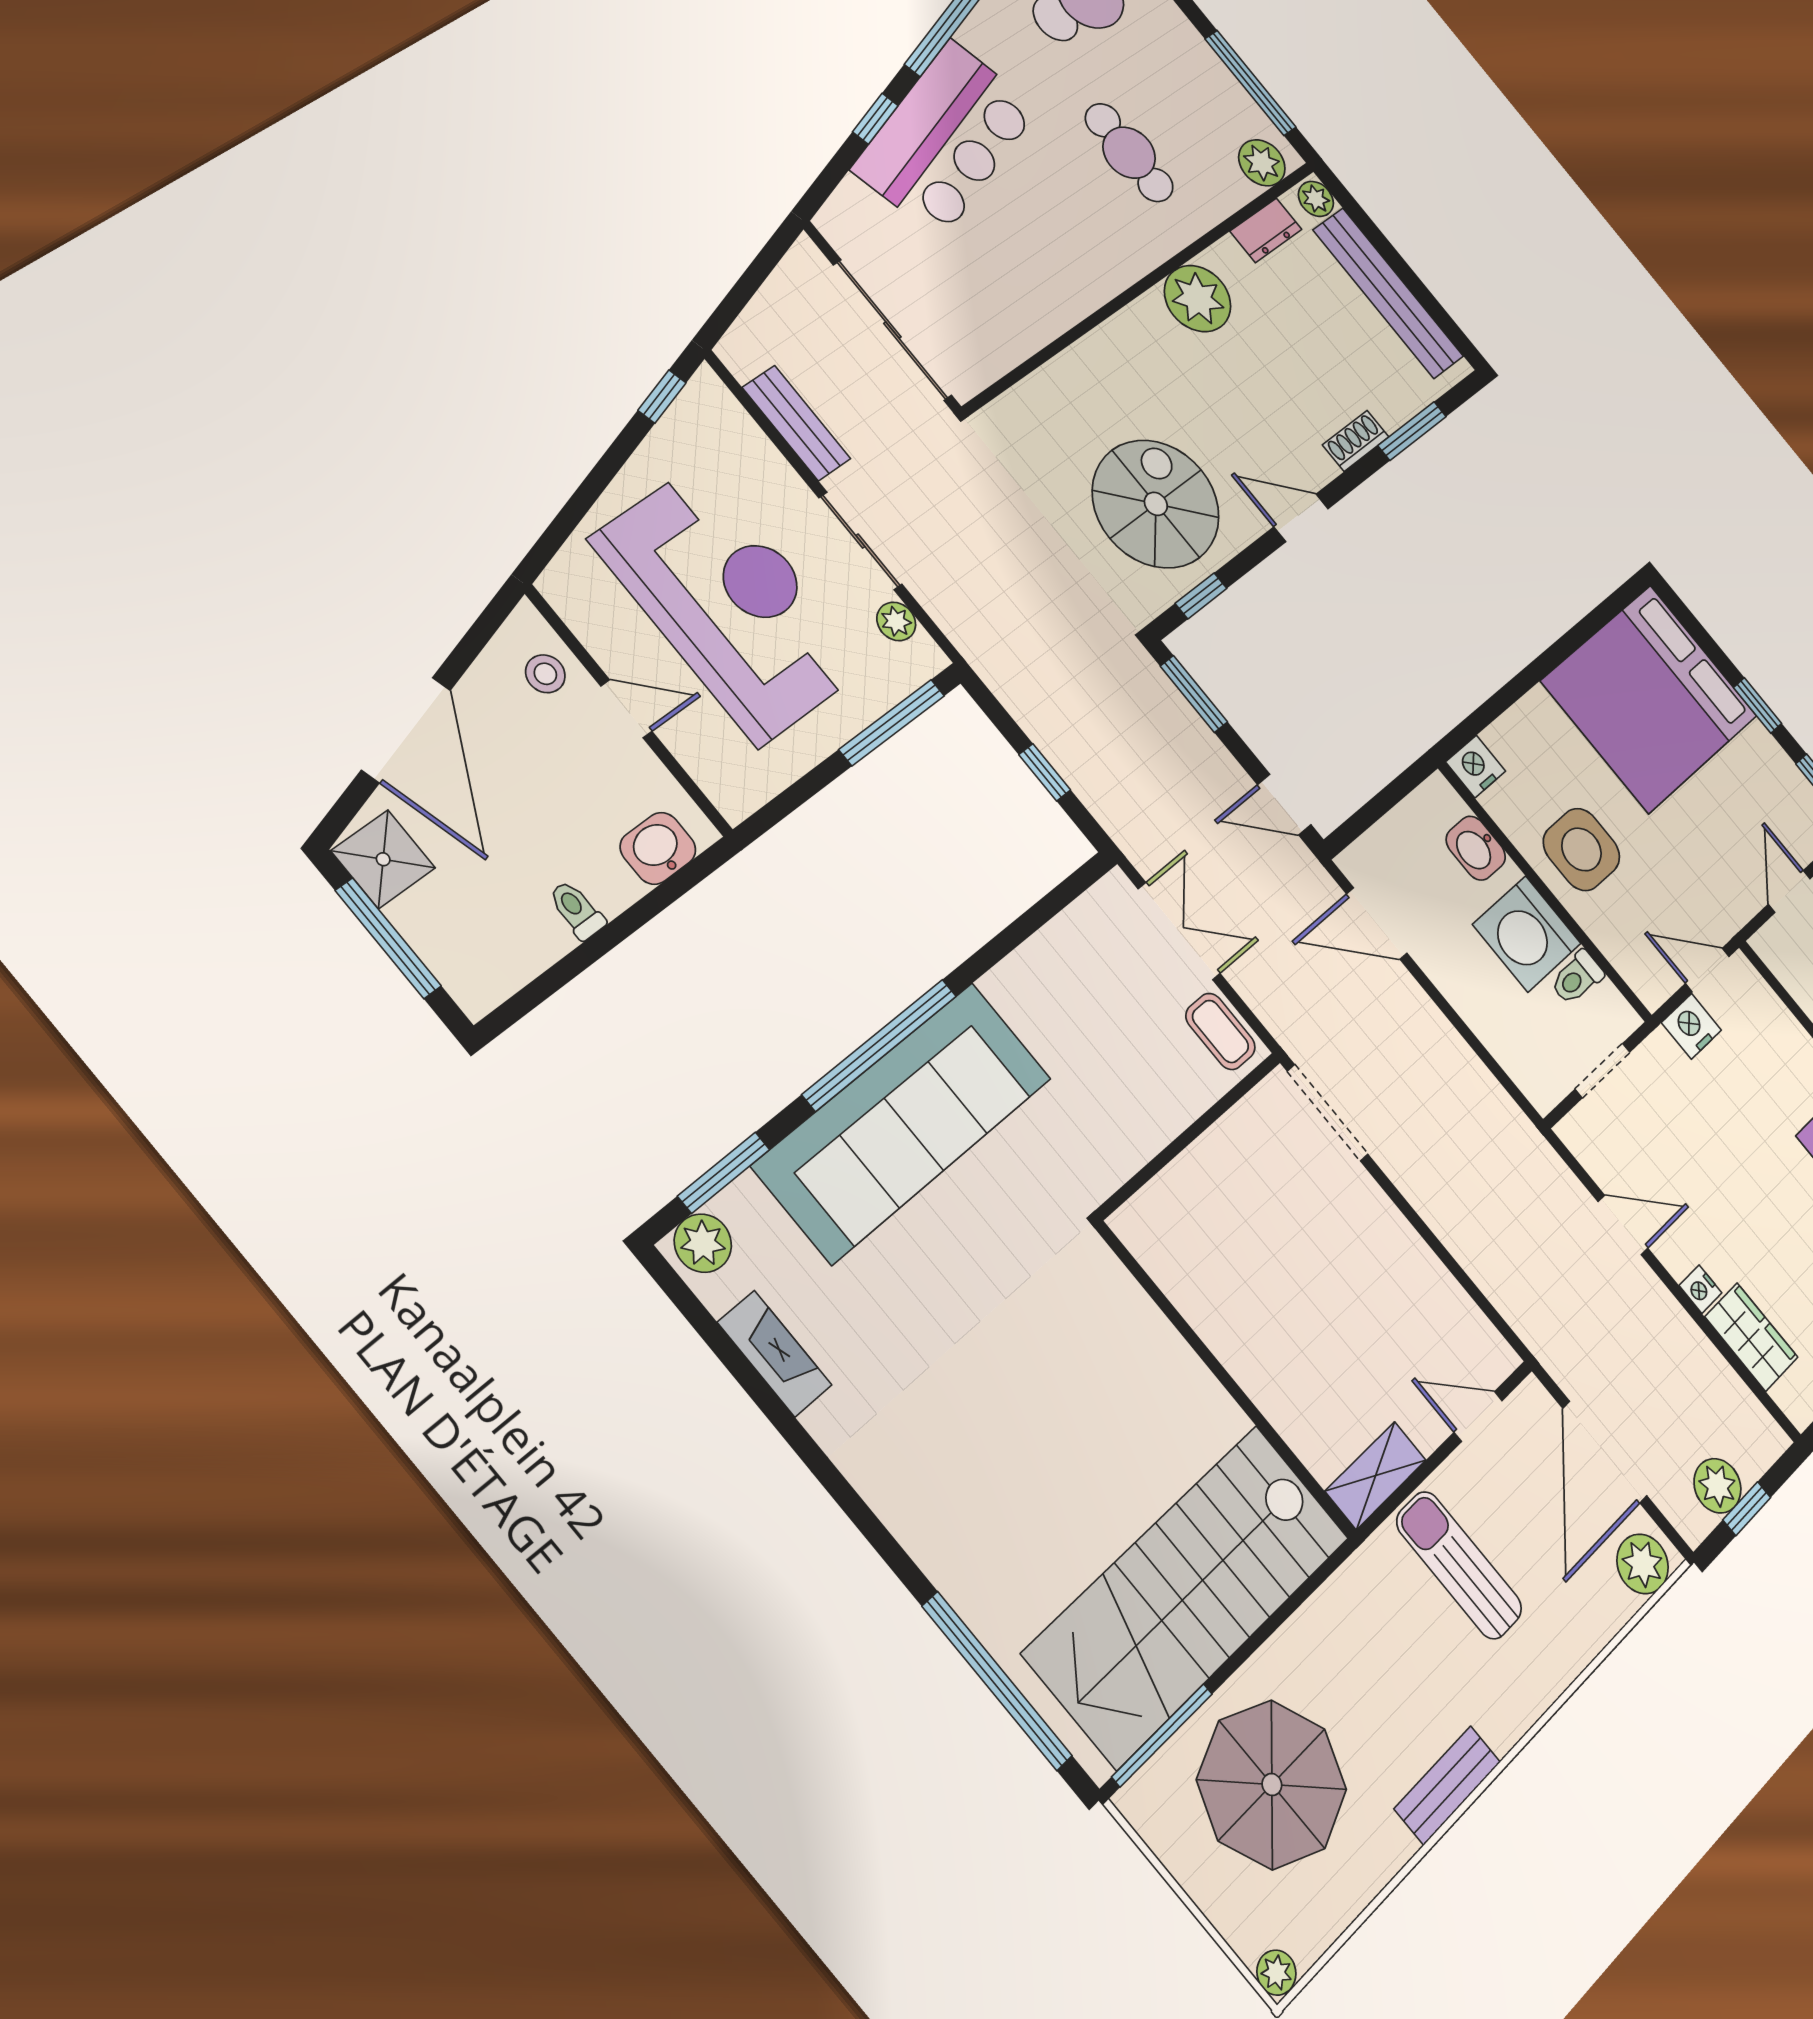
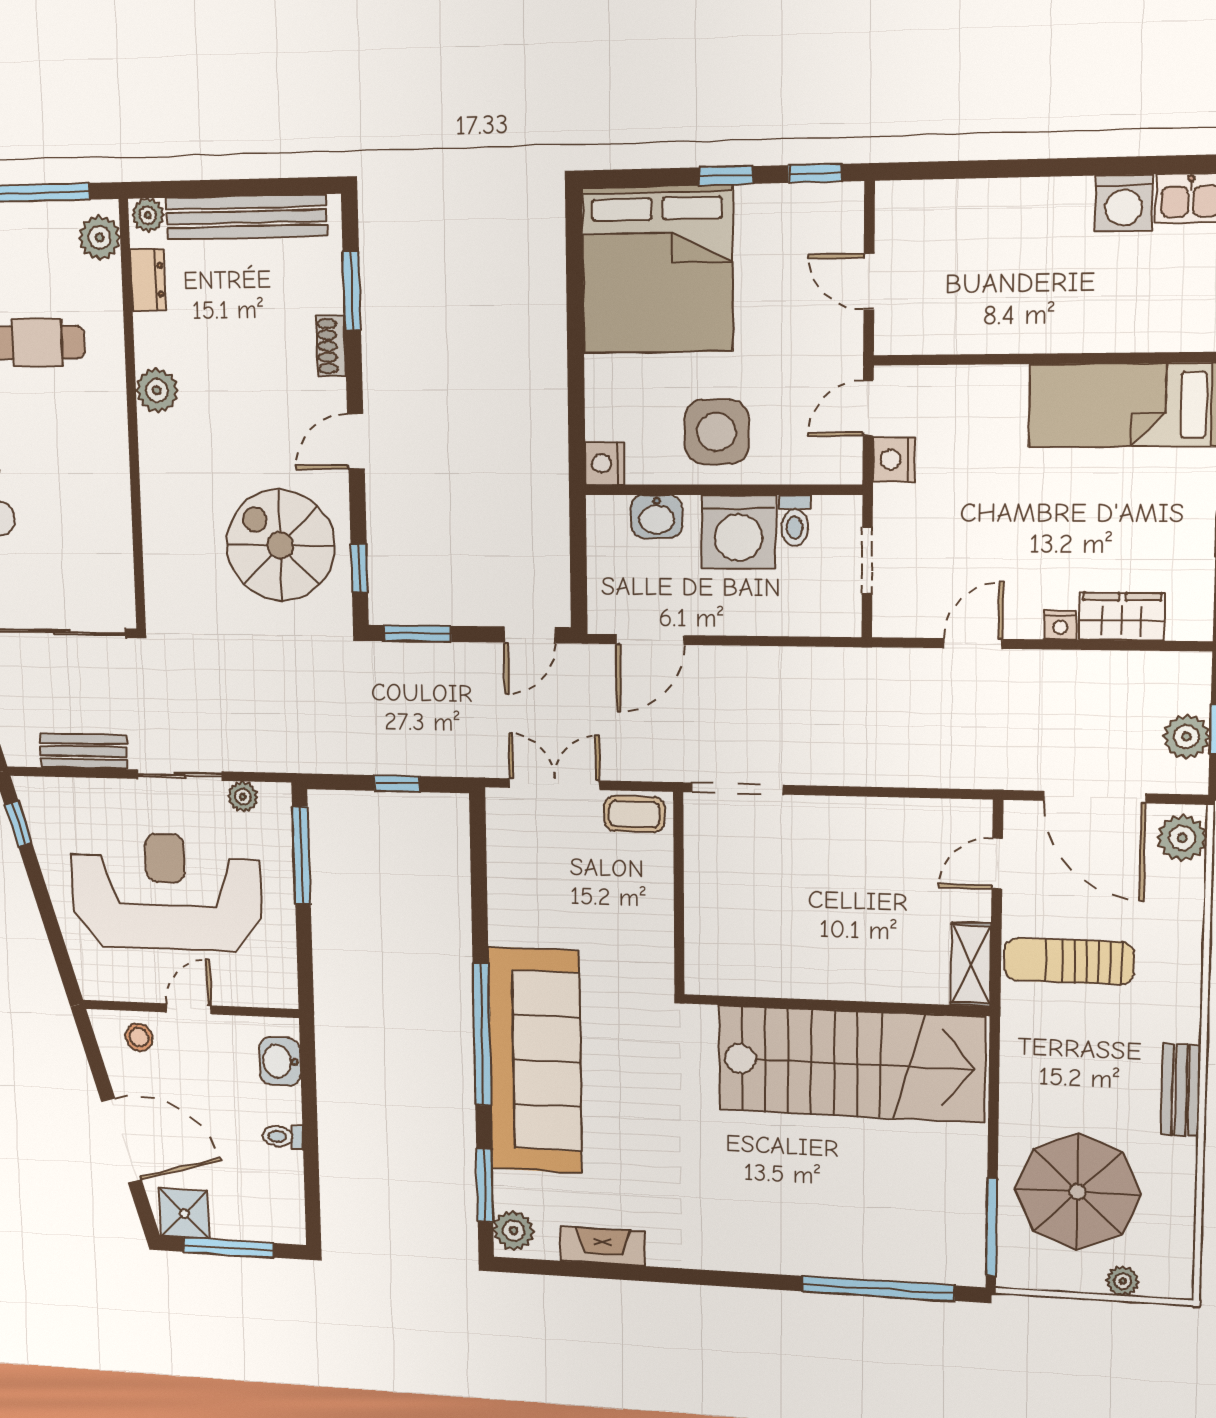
plant: (1198, 299) -> (157, 390), width x0.73, depth x0.73
stairs: (1188, 1595) -> (851, 1064), moved, turned -90
plant: (1276, 1973) -> (1123, 1281), moved

